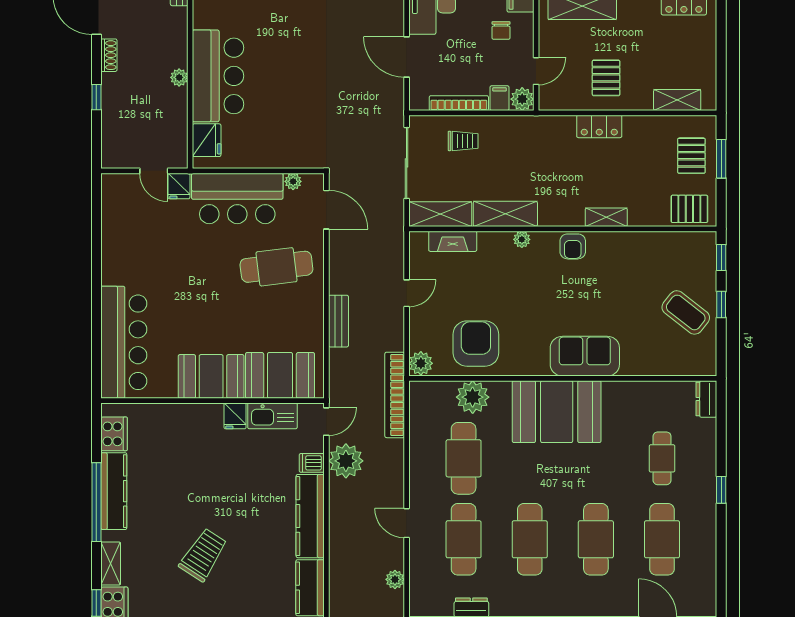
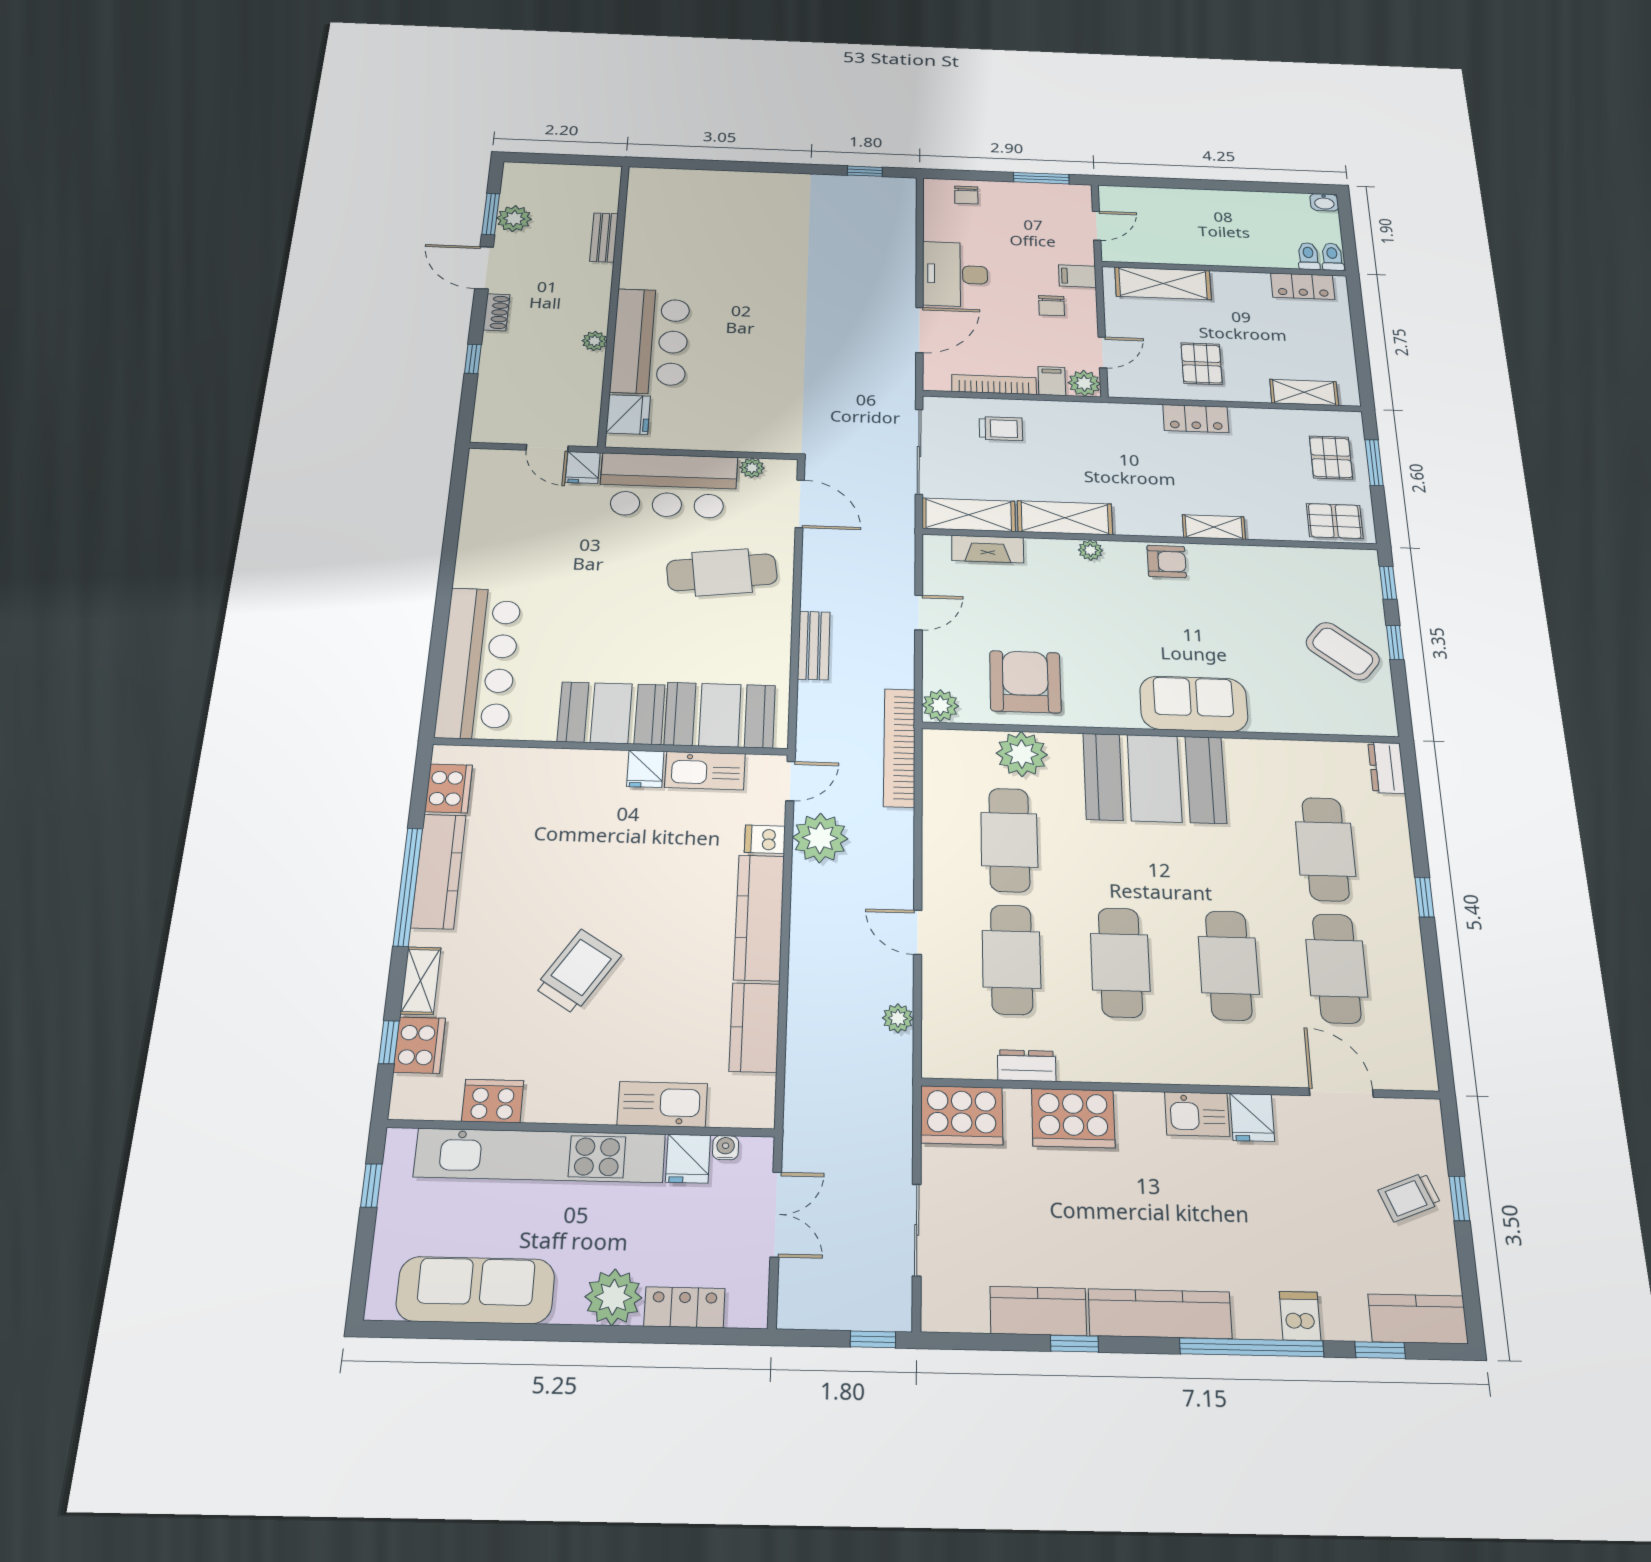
door: (407, 57) -> (919, 330), swing flipped
armchair: (573, 246) -> (1167, 561), turned -90
cafe table: (662, 458) -> (1325, 849), width x1.37, depth x1.35

